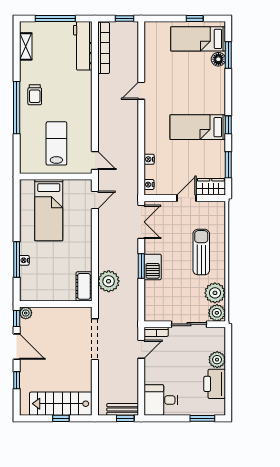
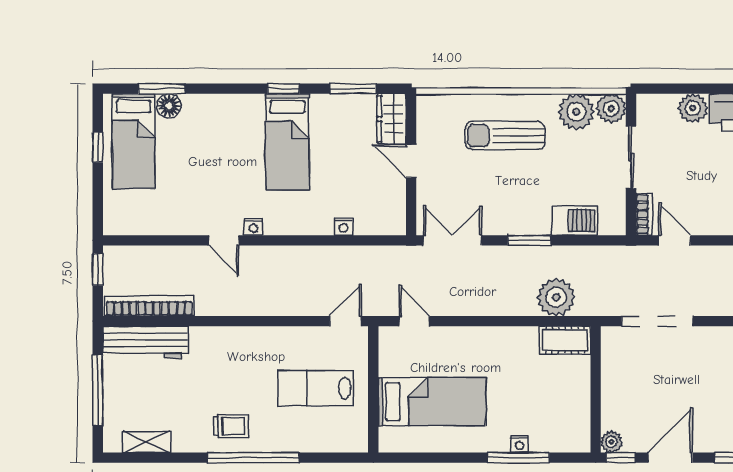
nightstand: (149, 185) -> (253, 227), moved
barbecue: (153, 267) -> (575, 220), moved

